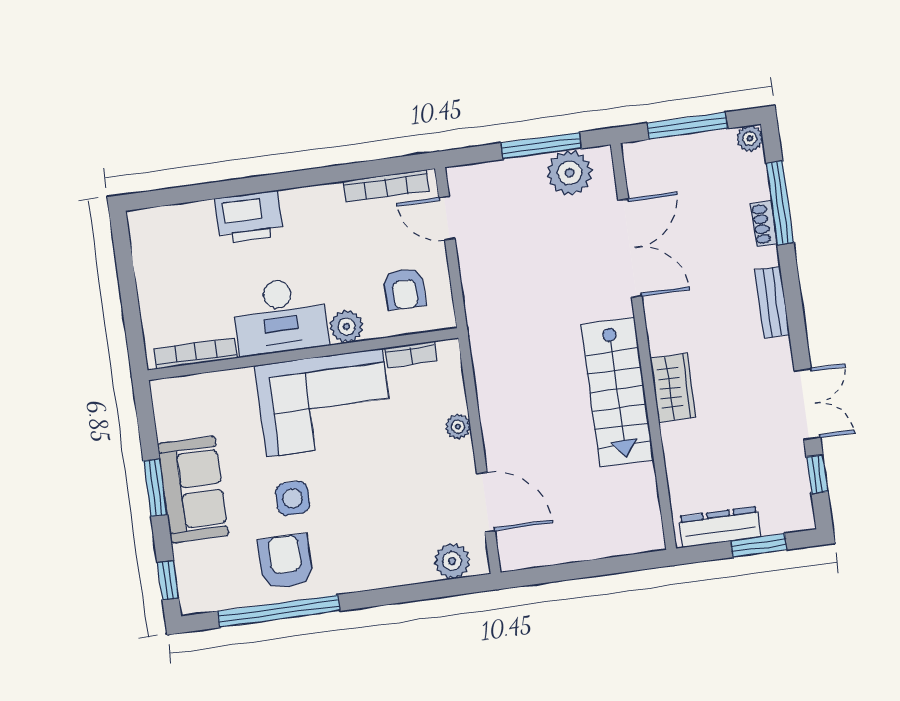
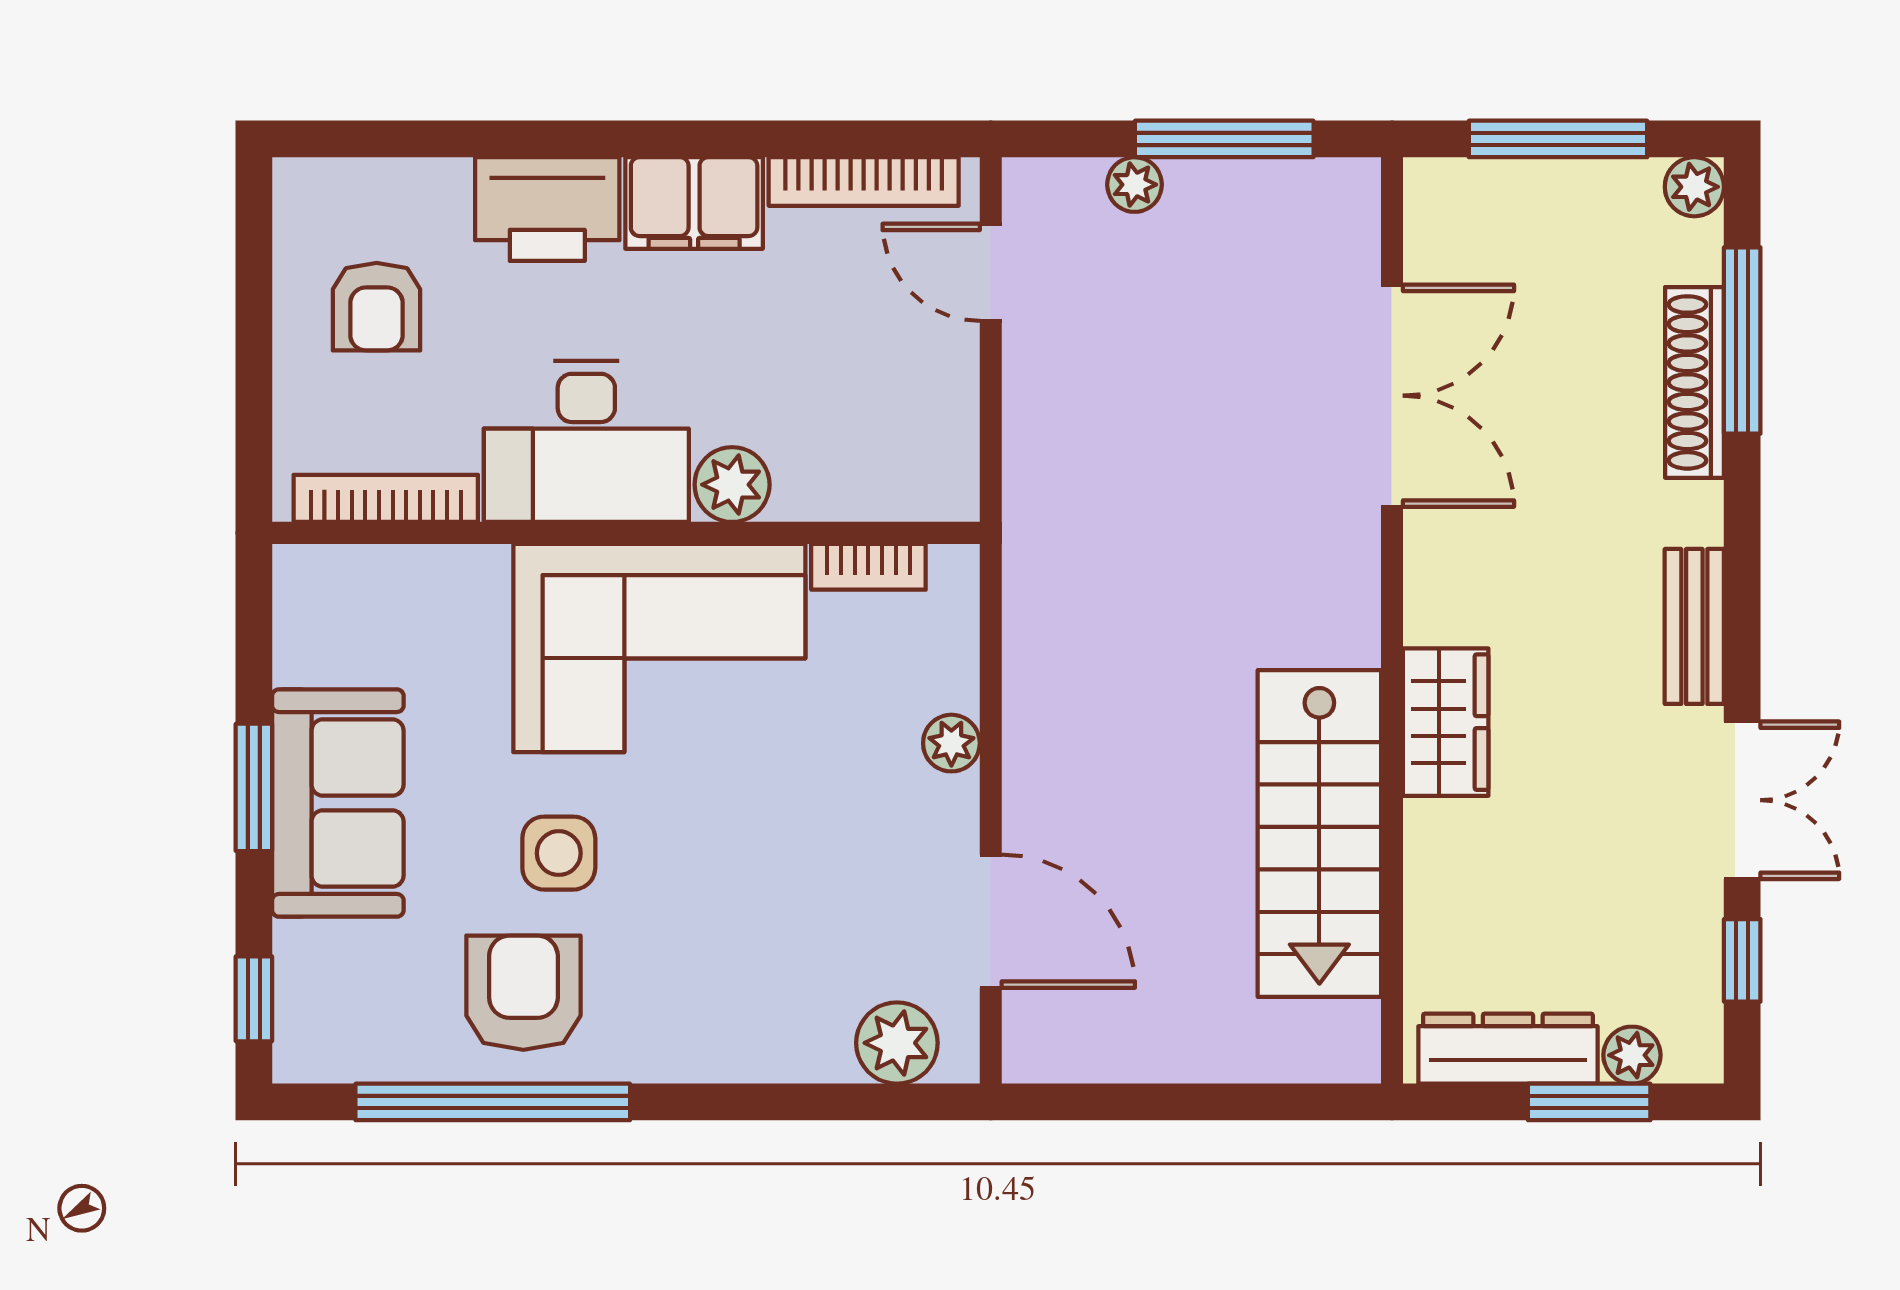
plant: (570, 173) -> (1135, 185), moved, width x0.53, depth x0.53
filing cabinet: (313, 206) -> (694, 203), added
shoe rack: (764, 224) -> (1694, 382), width x1.94, depth x1.24
armchair: (404, 289) -> (377, 307), moved
bench: (772, 302) -> (1694, 626), moved
stairs: (617, 392) -> (1319, 834), moved
plant: (775, 522) -> (1632, 1055), added

